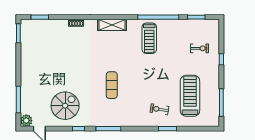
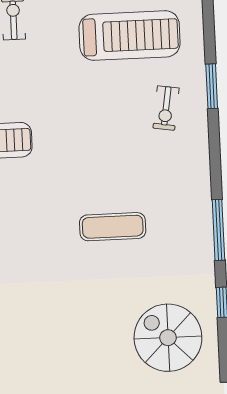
treadmill: (190, 96) -> (130, 36), turned 180

